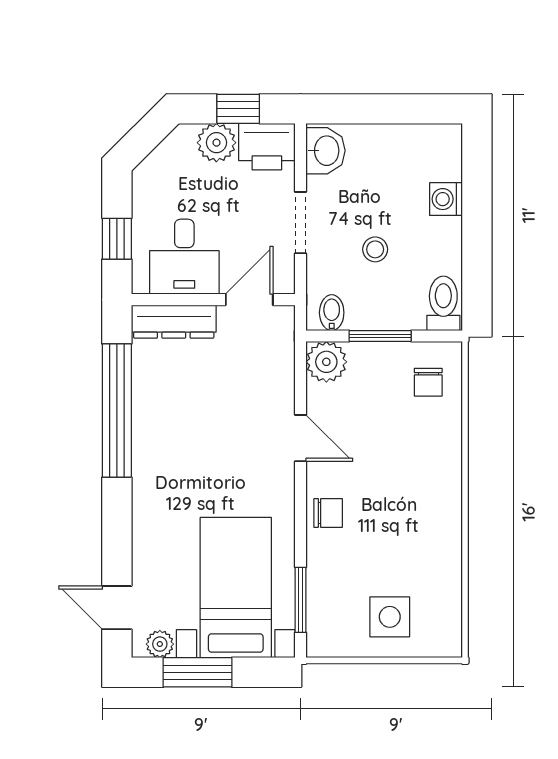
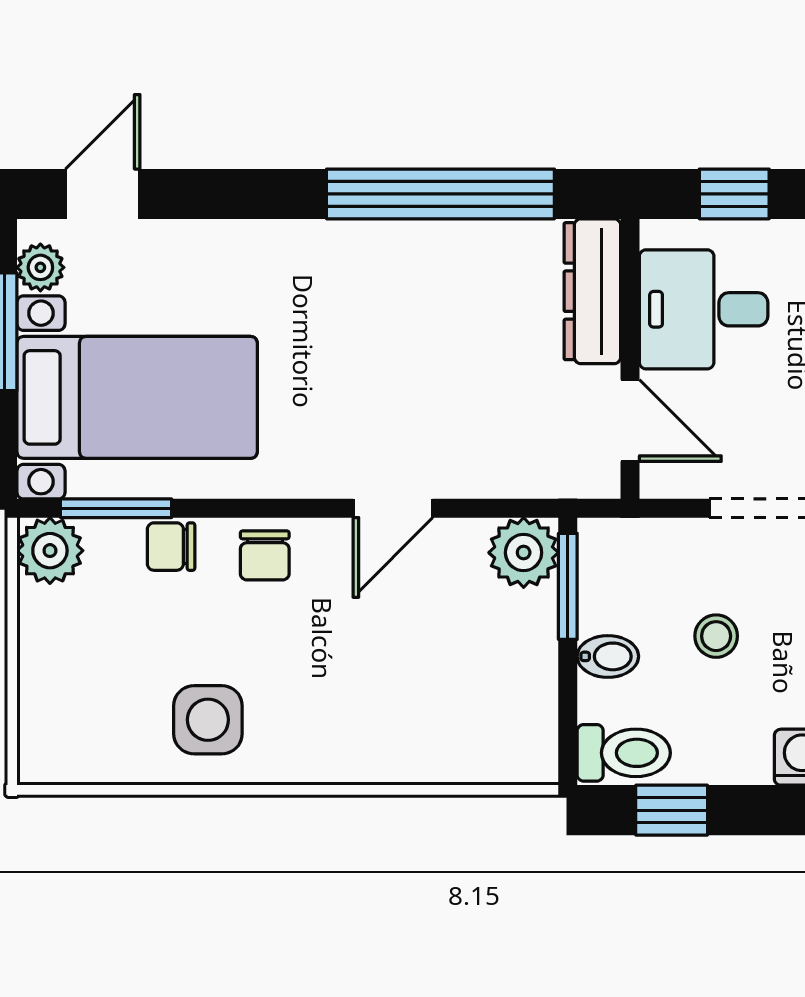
window: (477, 275) -> (672, 810), added
bidet: (332, 313) -> (608, 656), moved
window: (380, 336) -> (568, 586), moved
chair: (428, 382) -> (171, 547), moved
side table: (390, 617) -> (208, 720), moved
plant: (325, 638) -> (50, 551), added

